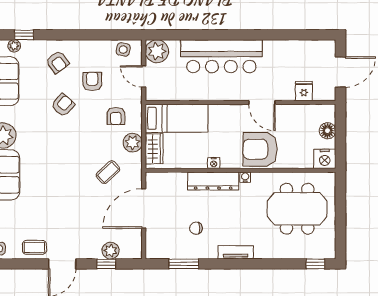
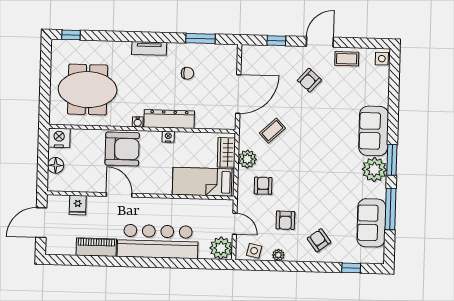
plant: (14, 46) -> (278, 255), moved
piano: (284, 49) -> (96, 247), added
armchair: (63, 105) -> (309, 80), moved
plant: (111, 251) -> (272, 54), removed

